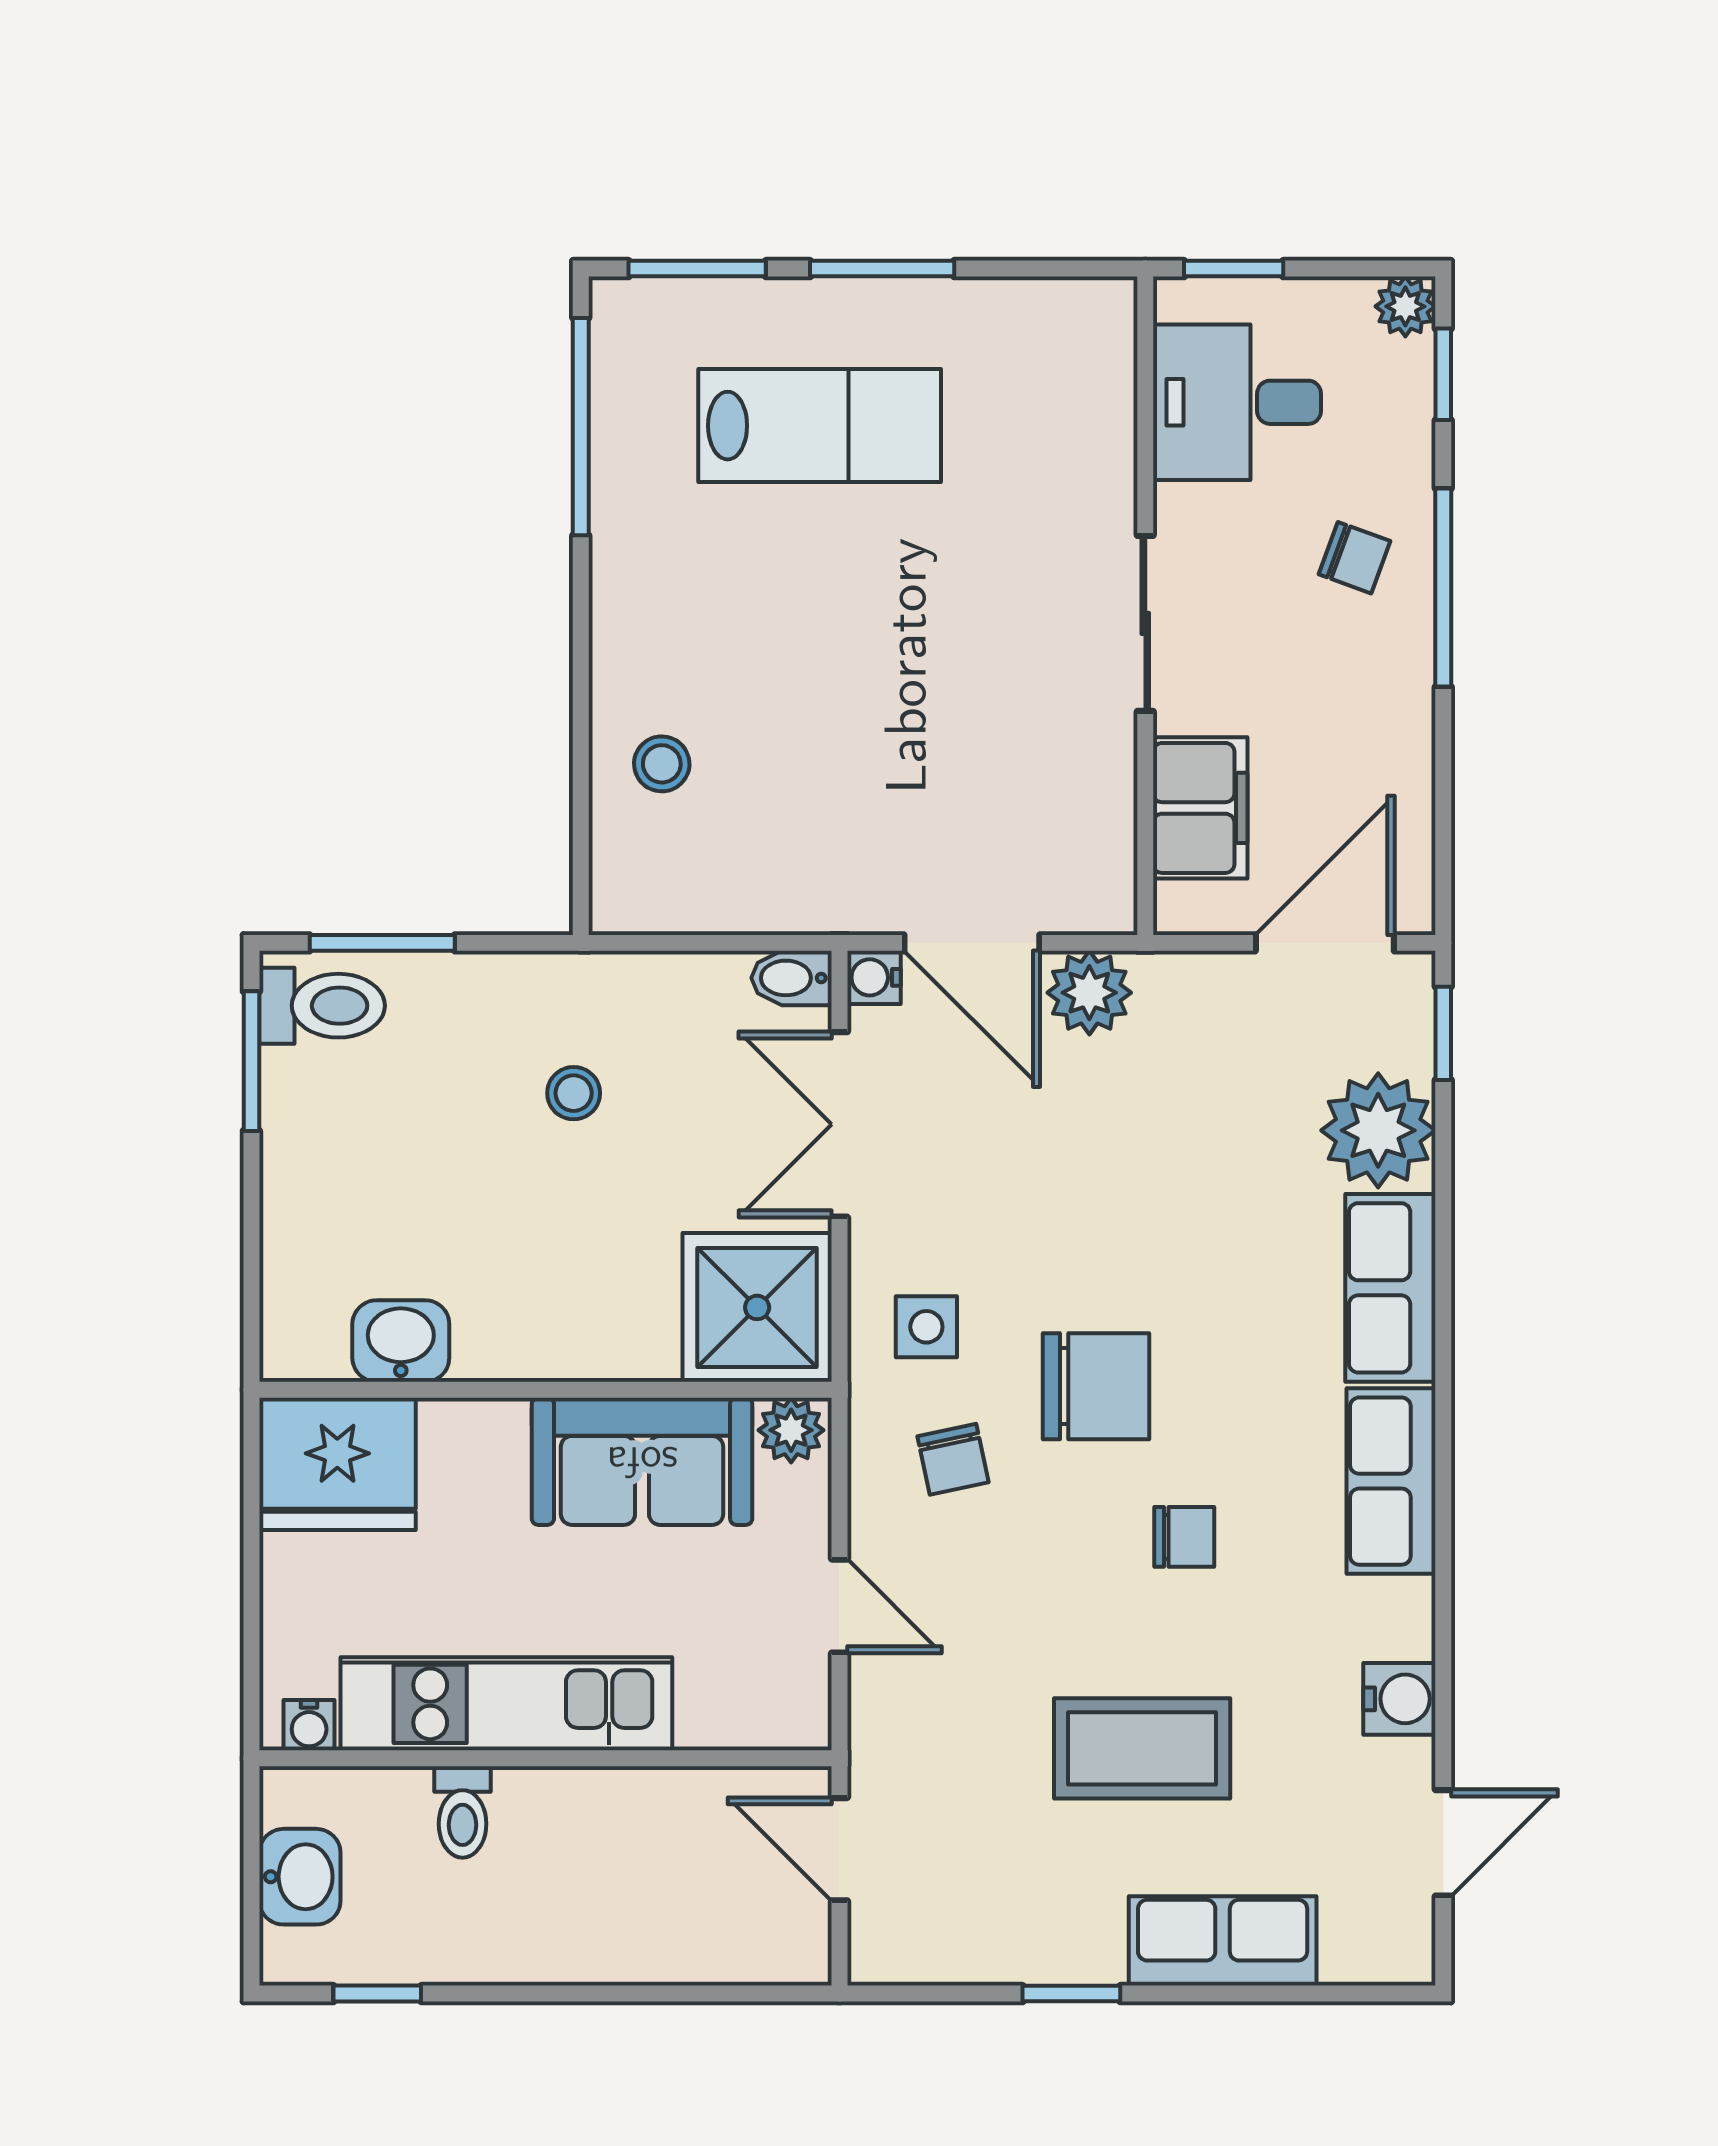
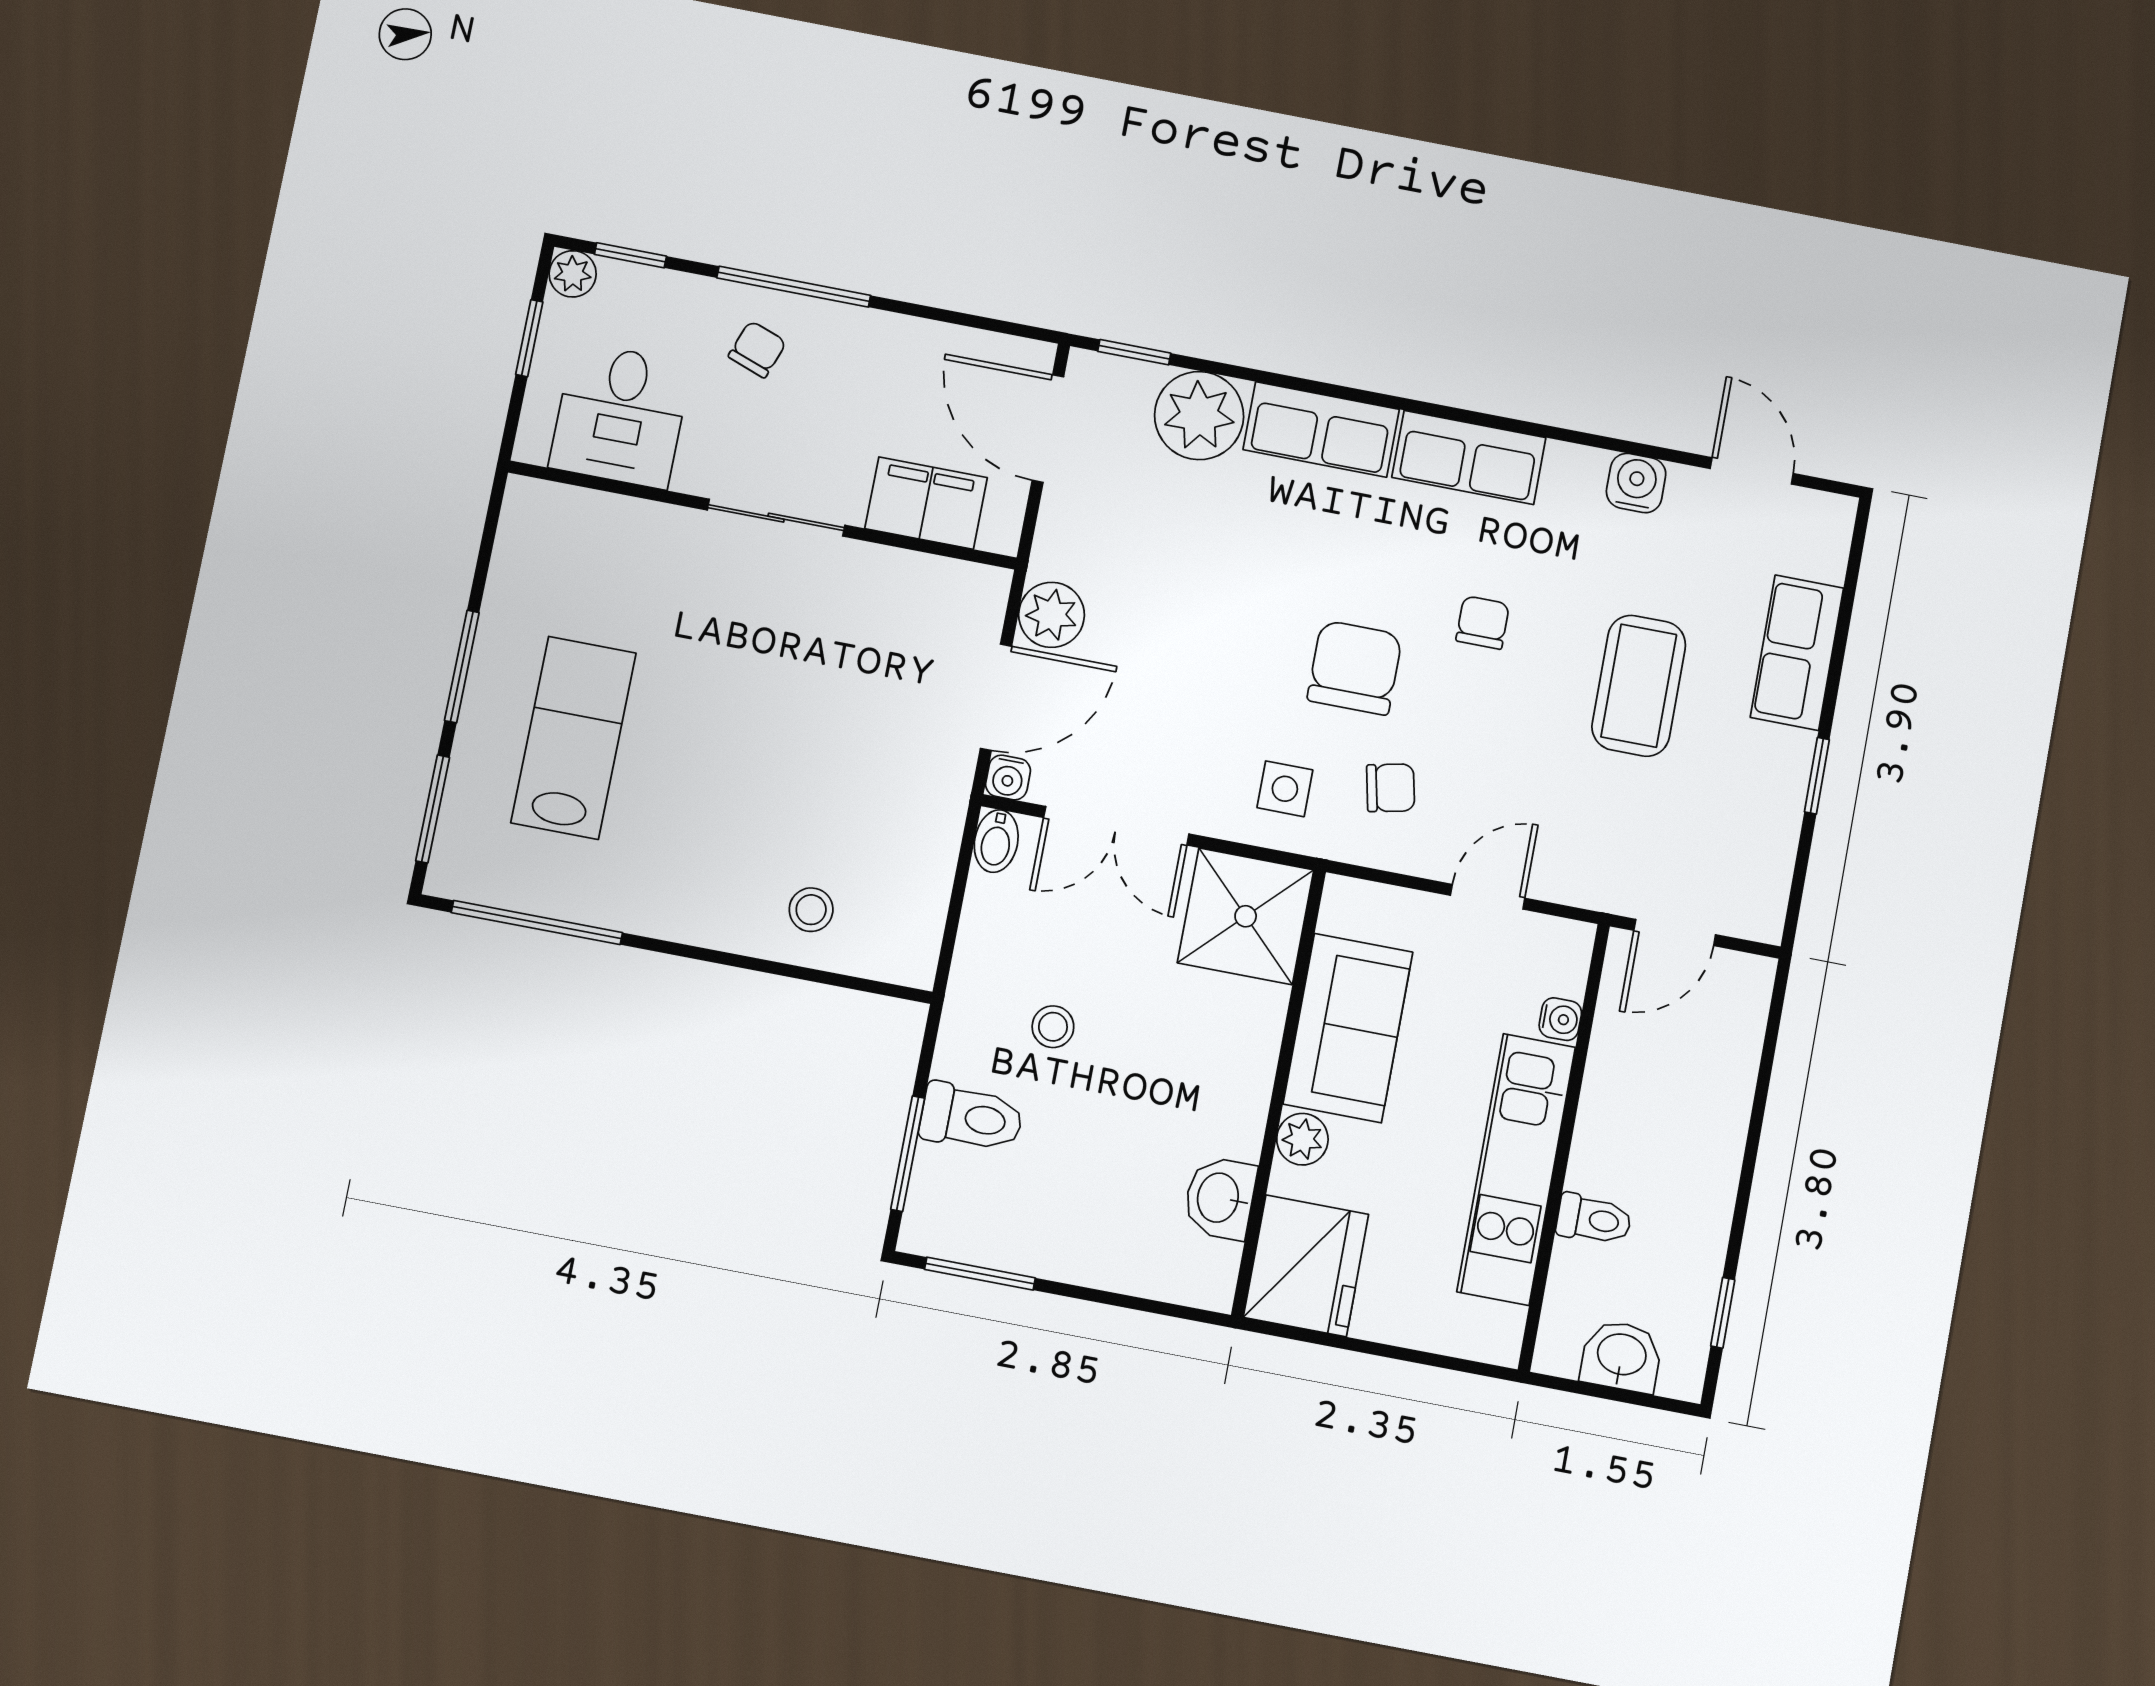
window: (1234, 269) -> (529, 338), moved
toilet: (322, 1006) -> (971, 1118), moved, turned 90
plant: (791, 1430) -> (1302, 1139), moved
water cooler: (309, 1725) -> (1560, 1019), moved

